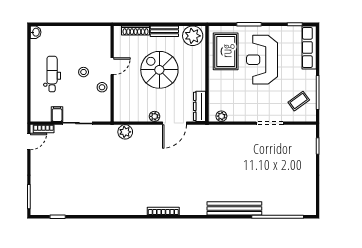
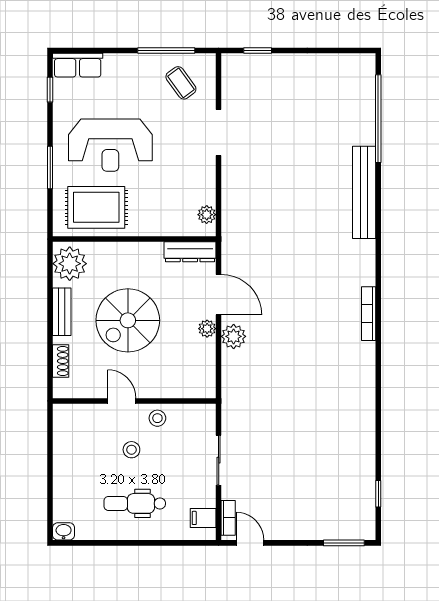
shoe rack: (136, 31) -> (61, 361), width x0.70
row of seats: (309, 47) -> (78, 65), width x0.68
filing cabinet: (57, 114) -> (203, 518), moved
plant: (125, 132) -> (234, 336), moved

